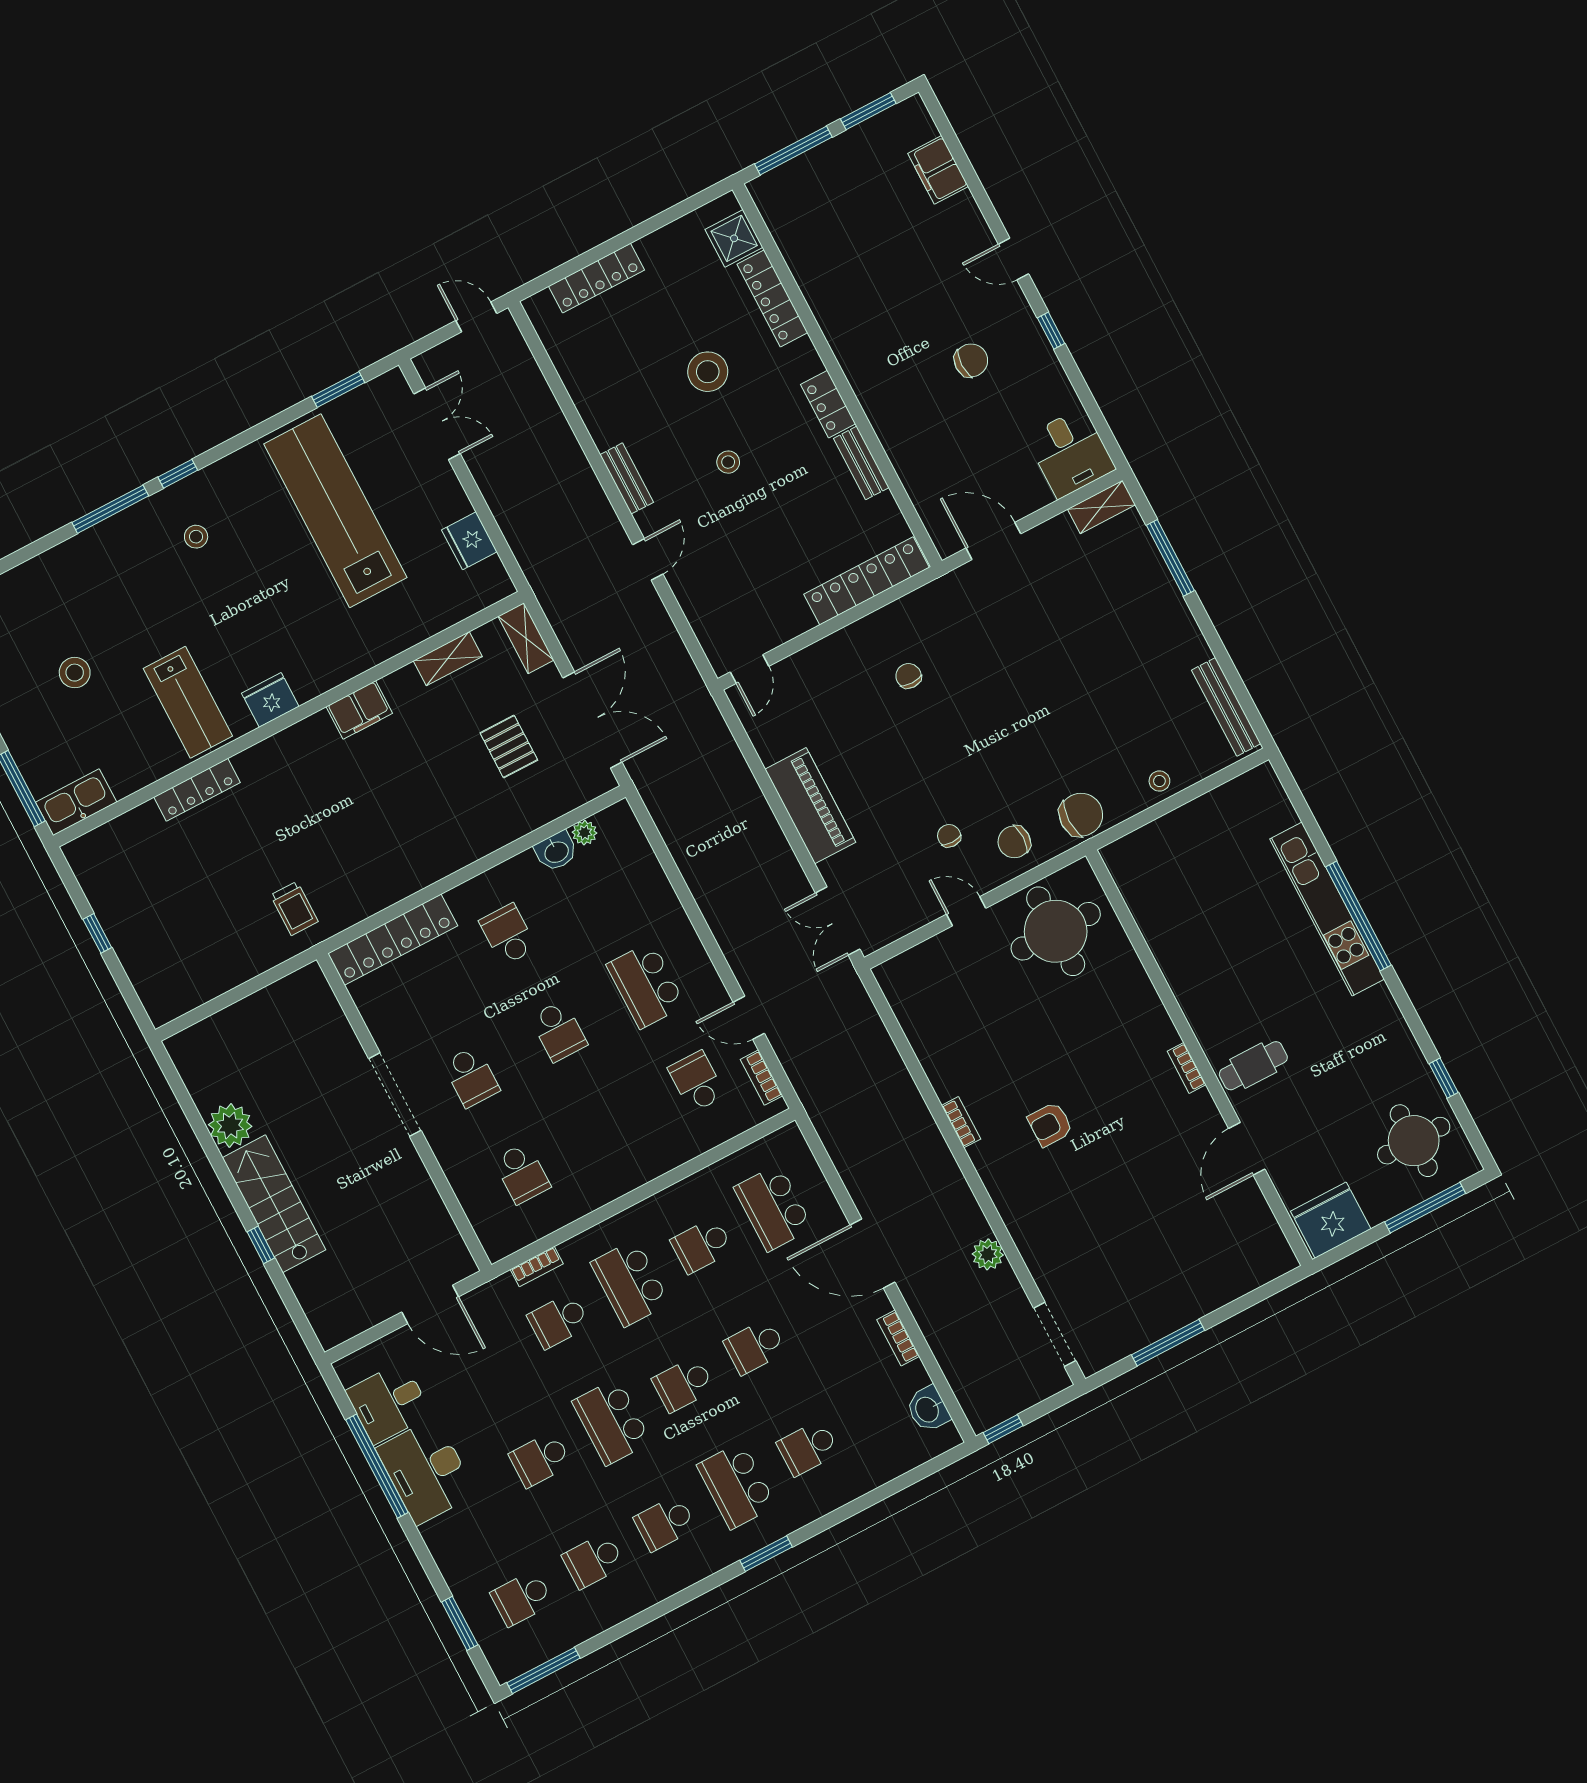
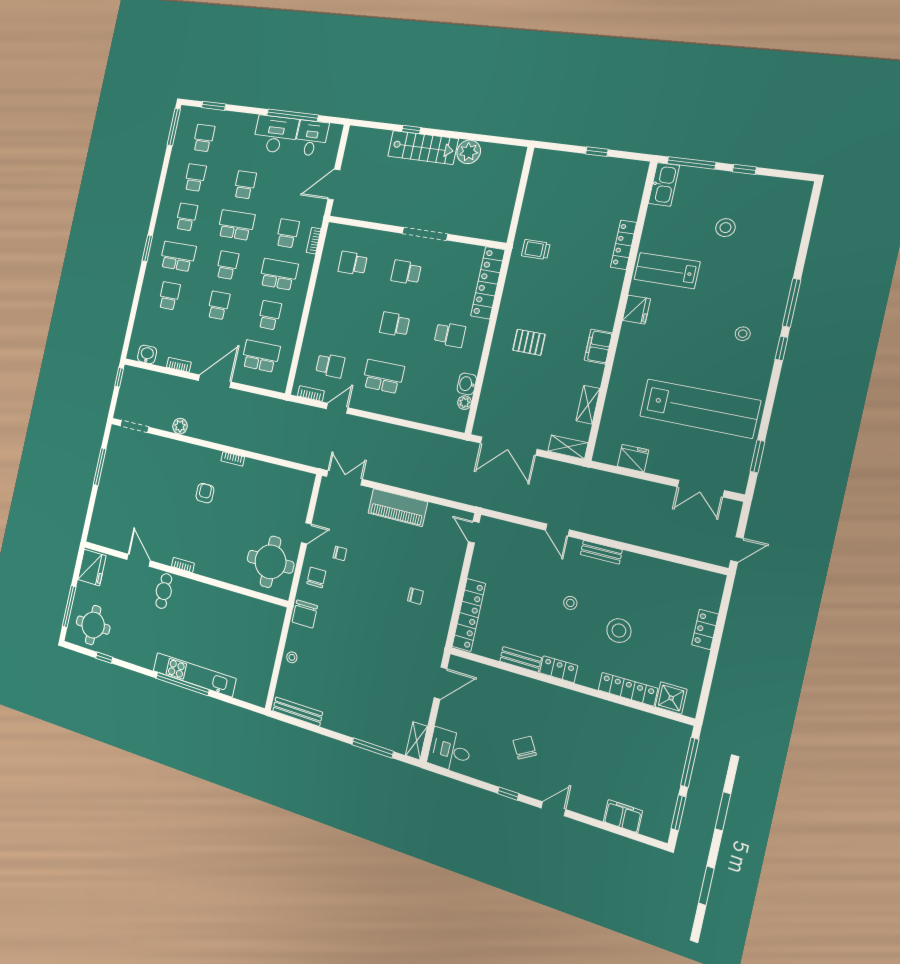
locker: (596, 278) -> (705, 629), width x0.66
chair: (971, 360) -> (525, 748), turned 150
pallet: (509, 746) -> (529, 342), moved

